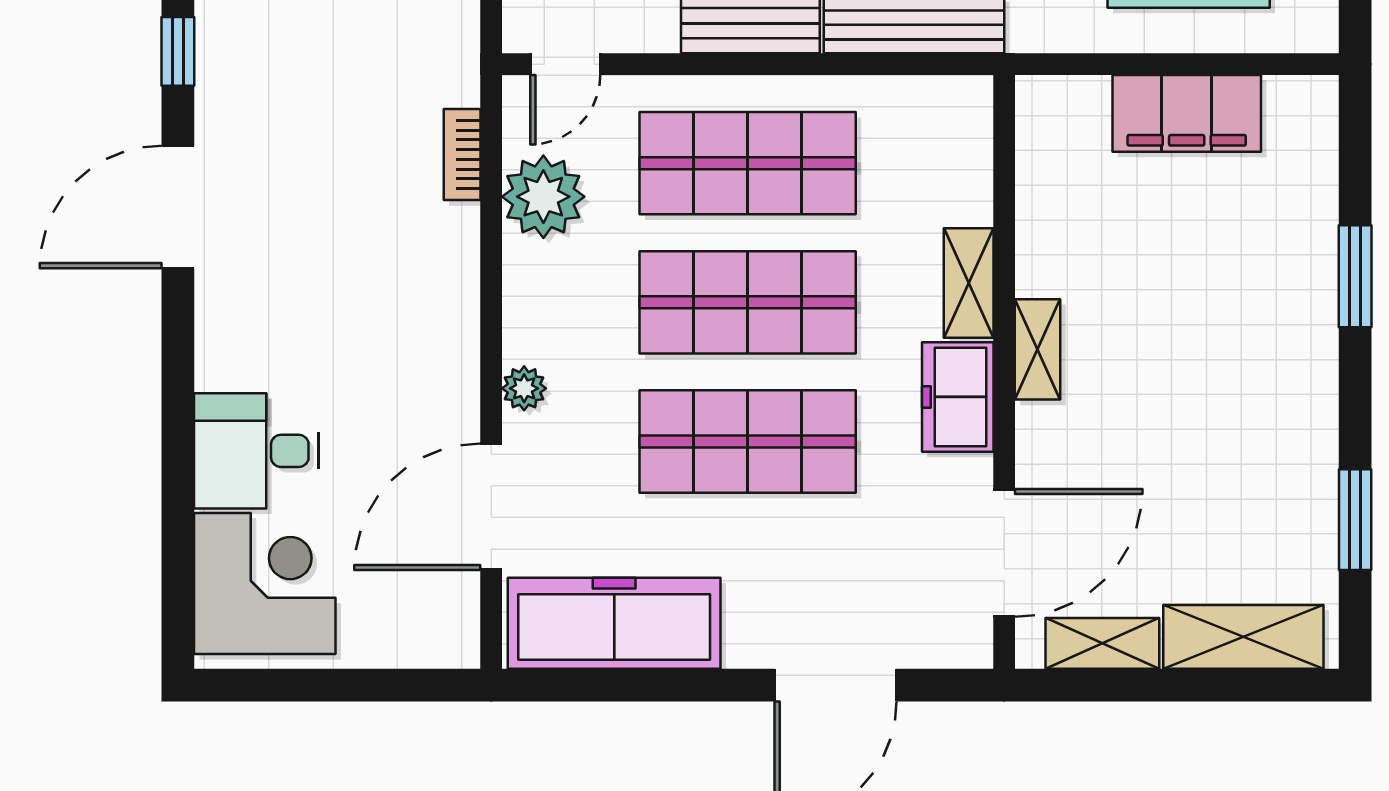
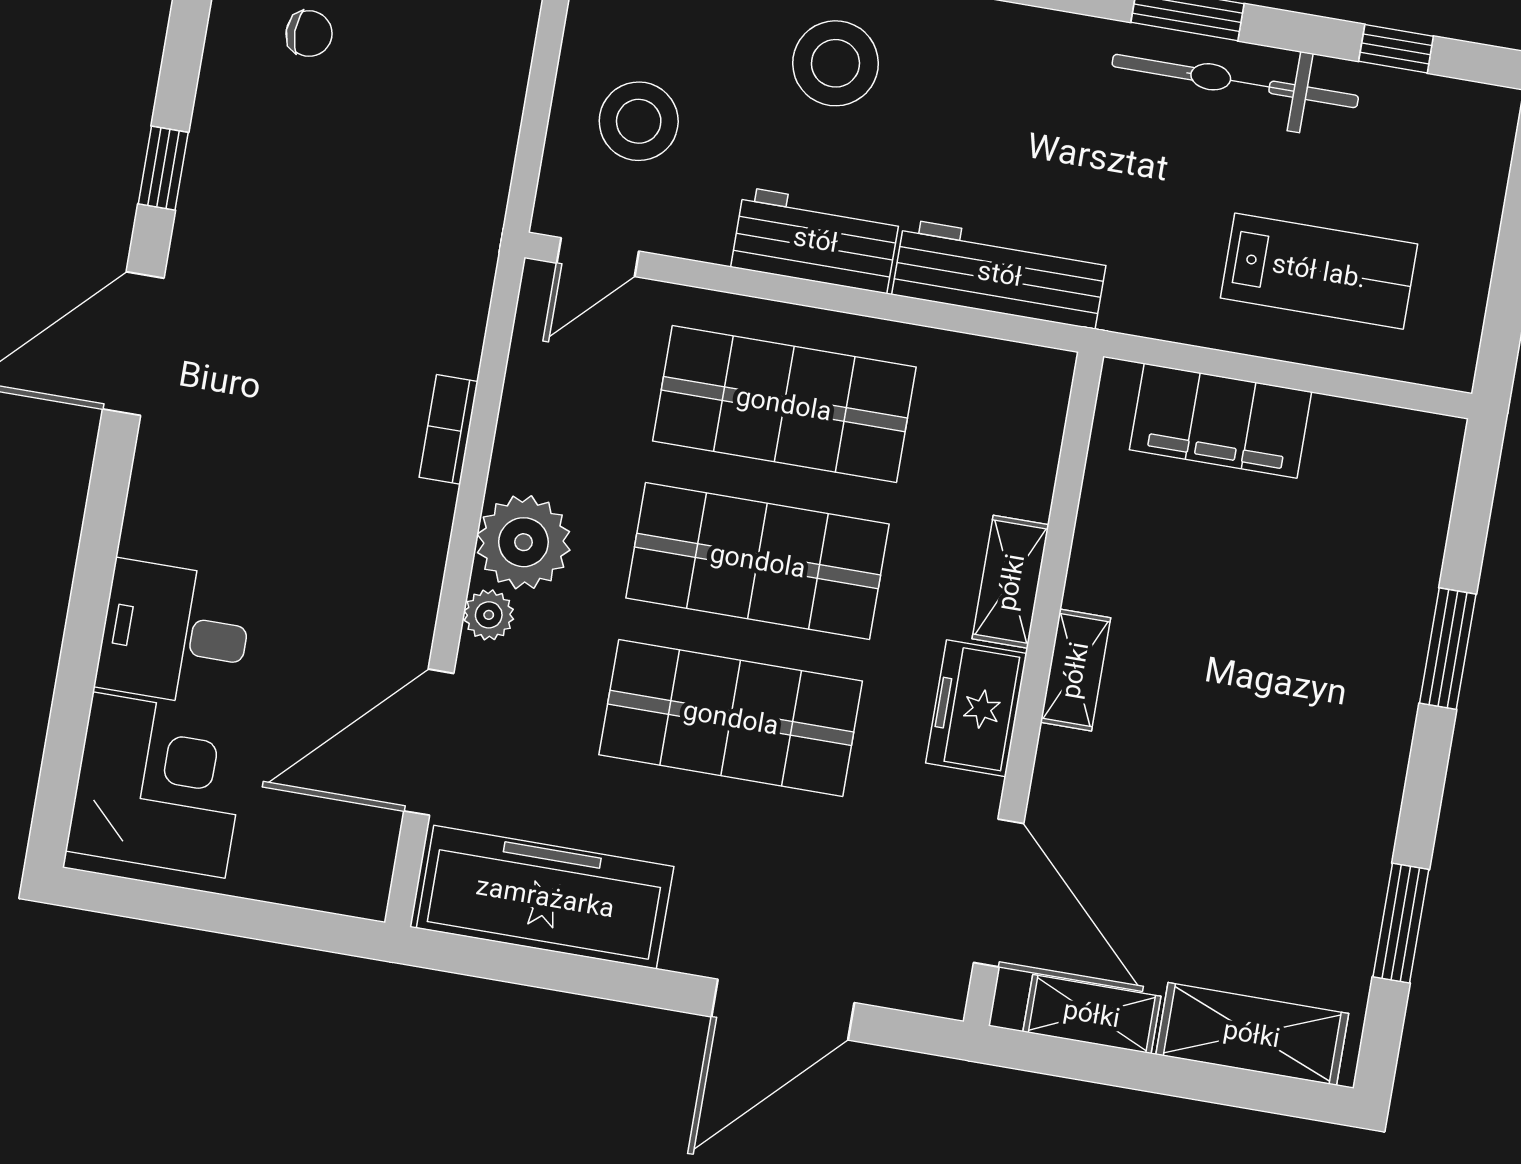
filing cabinet: (1187, 113) -> (1221, 421), moved
bookcase: (462, 155) -> (449, 429), moved
plant: (543, 197) -> (523, 542), moved
door: (1004, 553) -> (999, 893), hinge flipped

